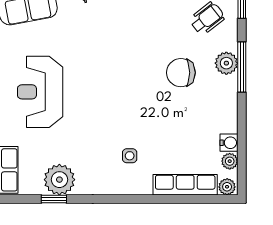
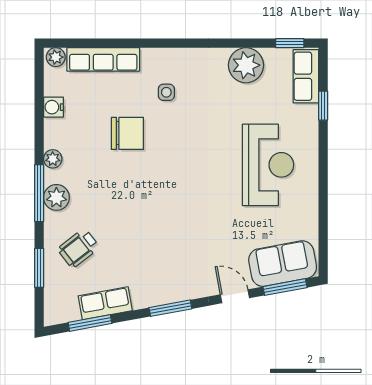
chair: (181, 73) -> (127, 133), moved
plant: (230, 161) -> (53, 159), moved
window: (54, 199) -> (290, 43), moved

